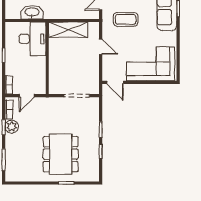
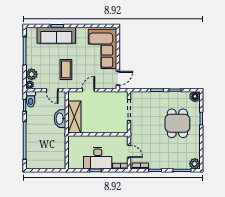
washbasin: (32, 12) -> (60, 119), moved
desk: (32, 39) -> (98, 158), moved, turned 180
plant: (12, 127) -> (195, 164), moved
dining table: (61, 154) -> (177, 123), width x0.73
floor lamp: (93, 175) -> (195, 96), added

